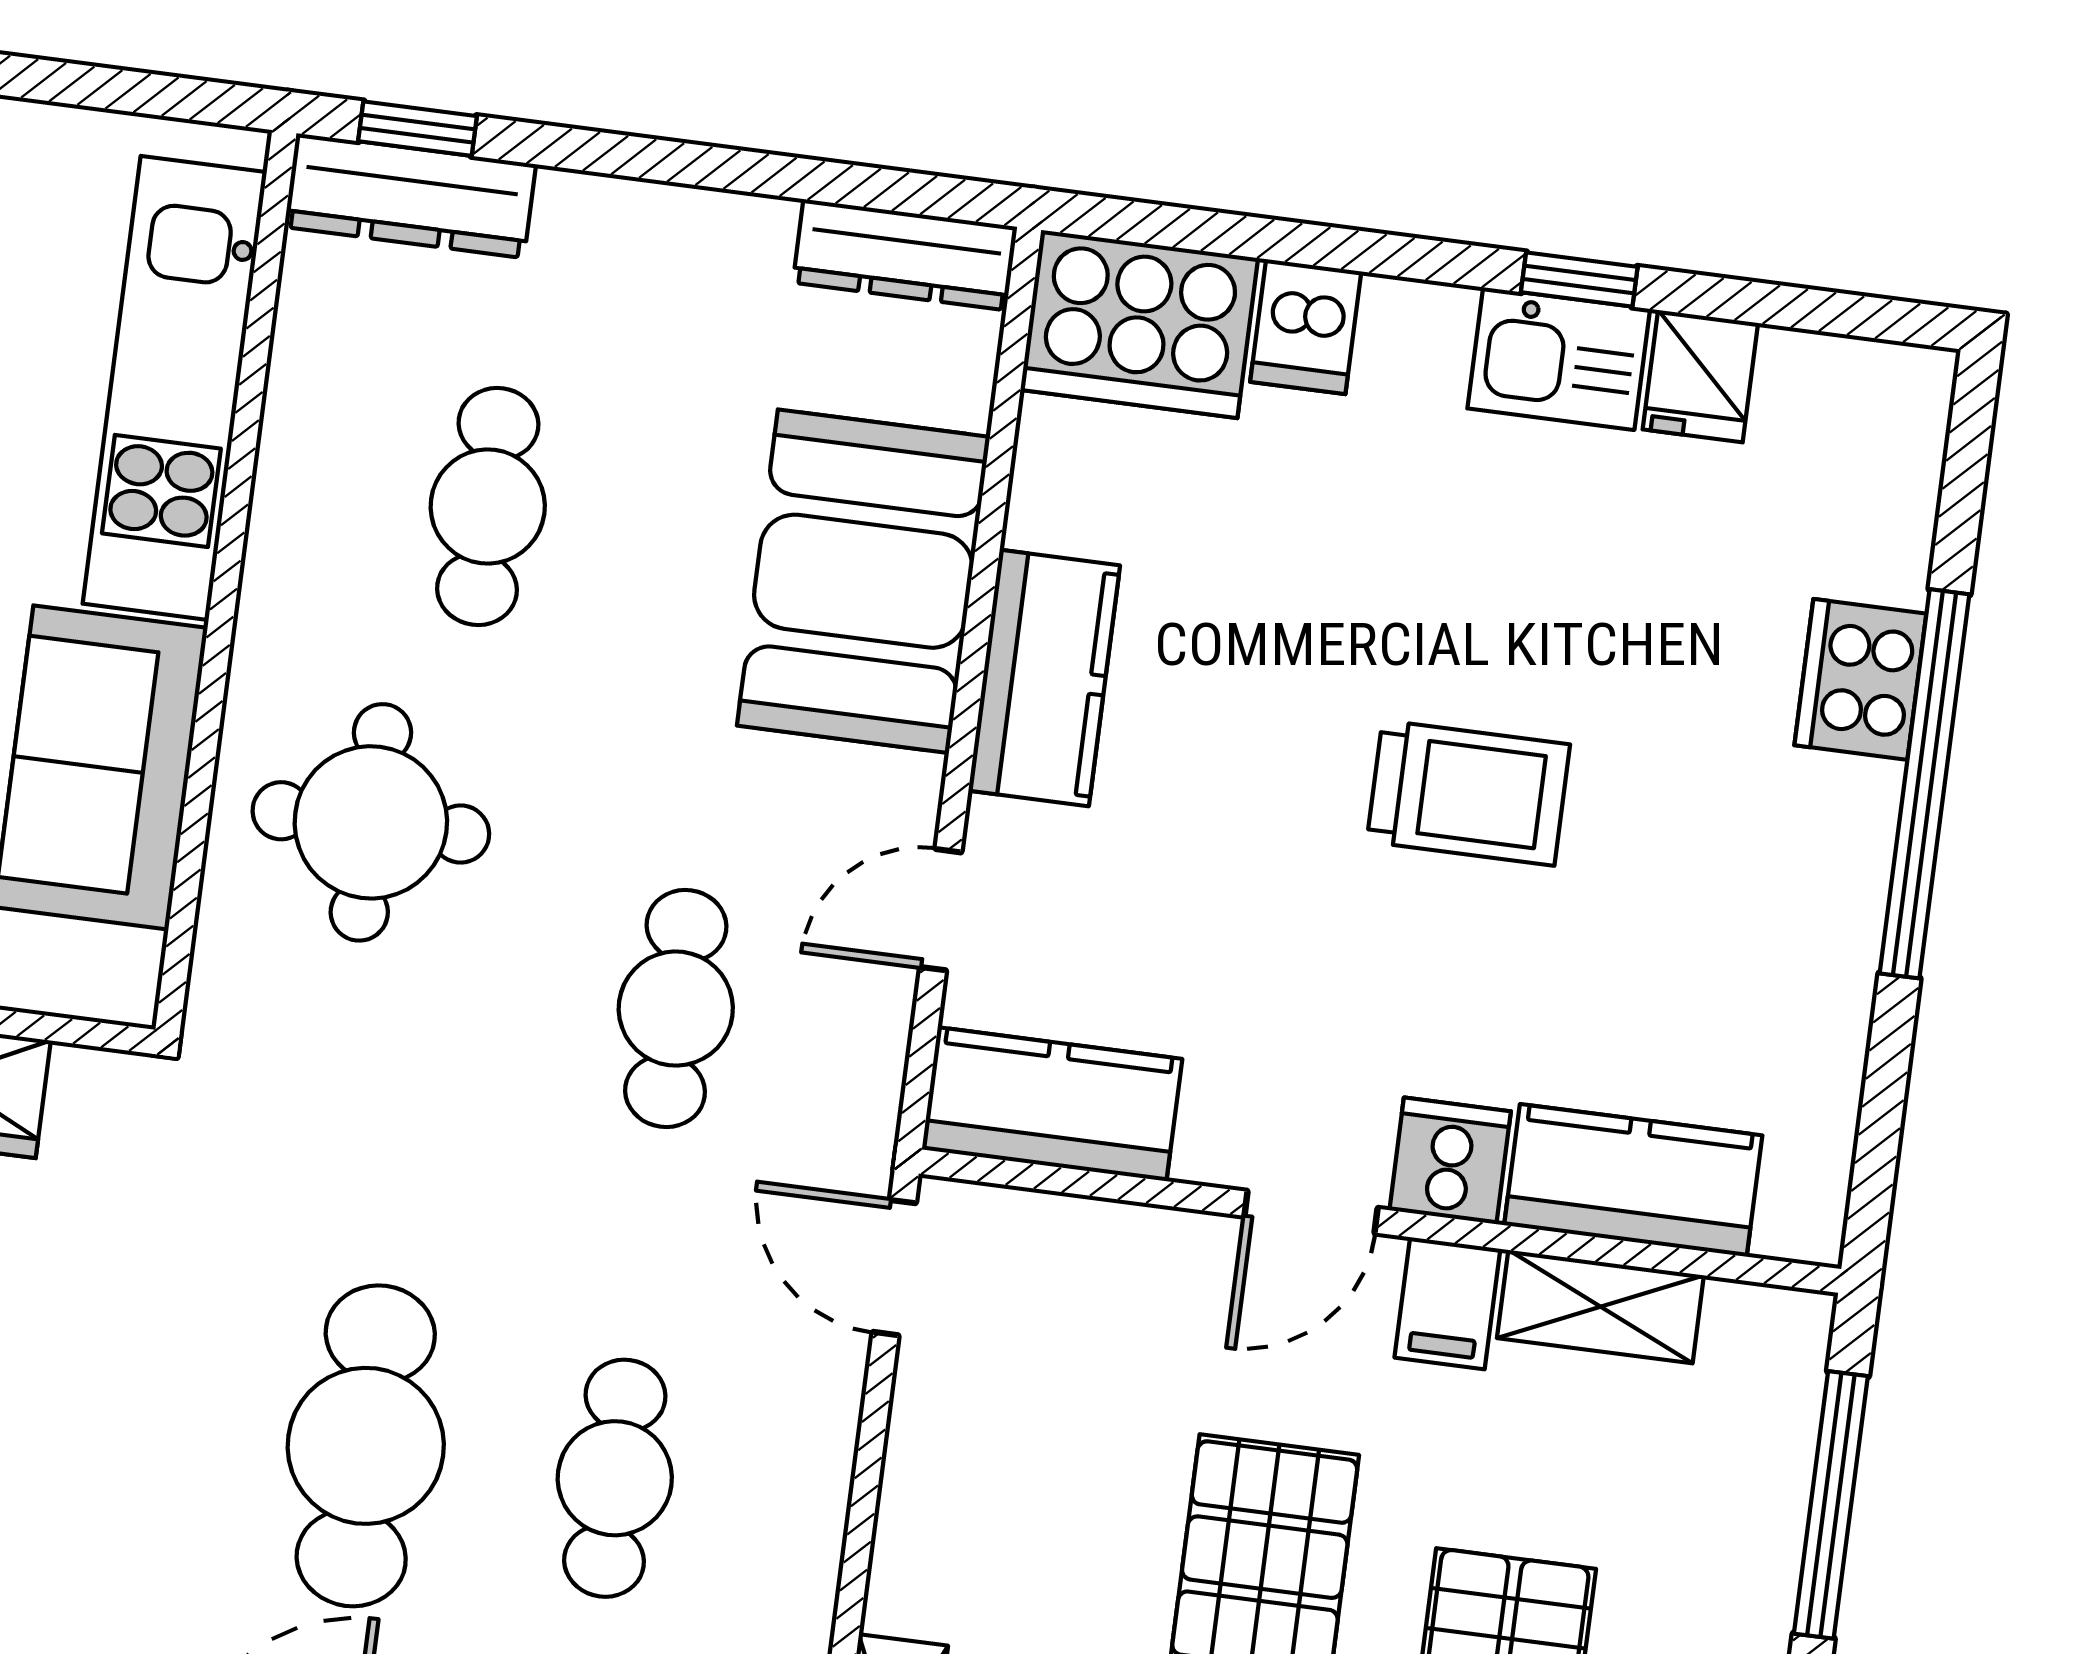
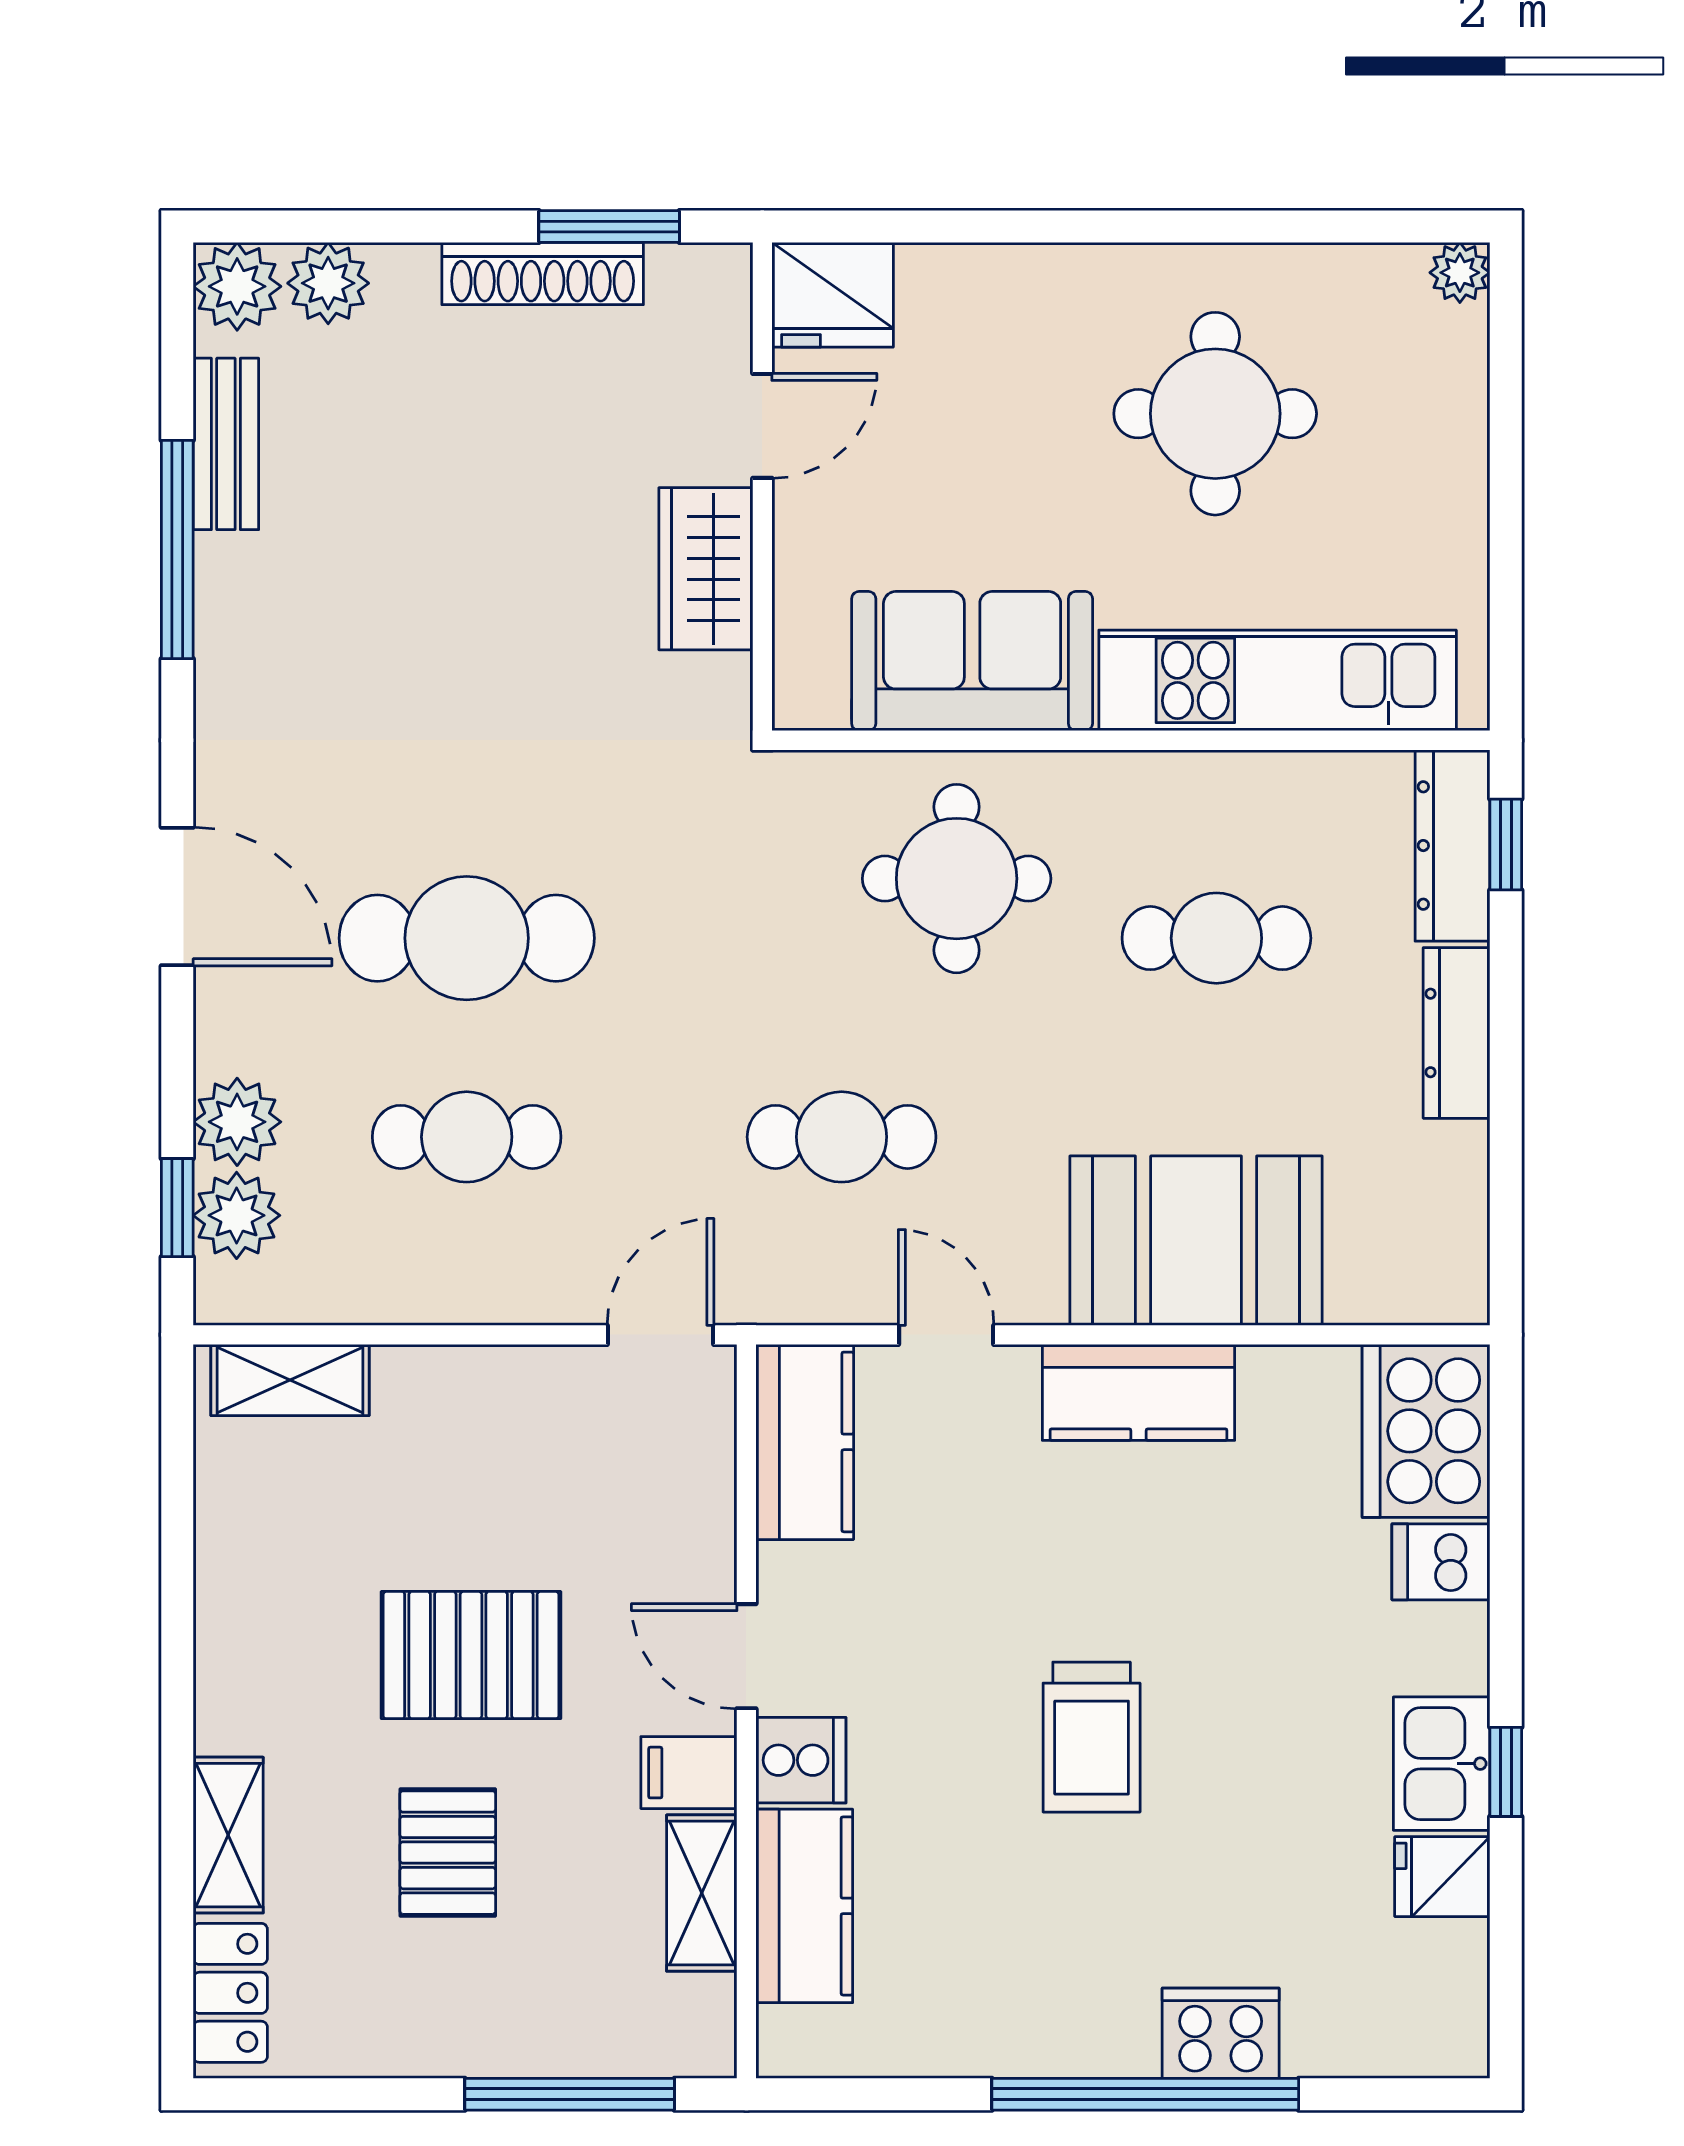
dresser: (905, 255) -> (1457, 1033), moved

